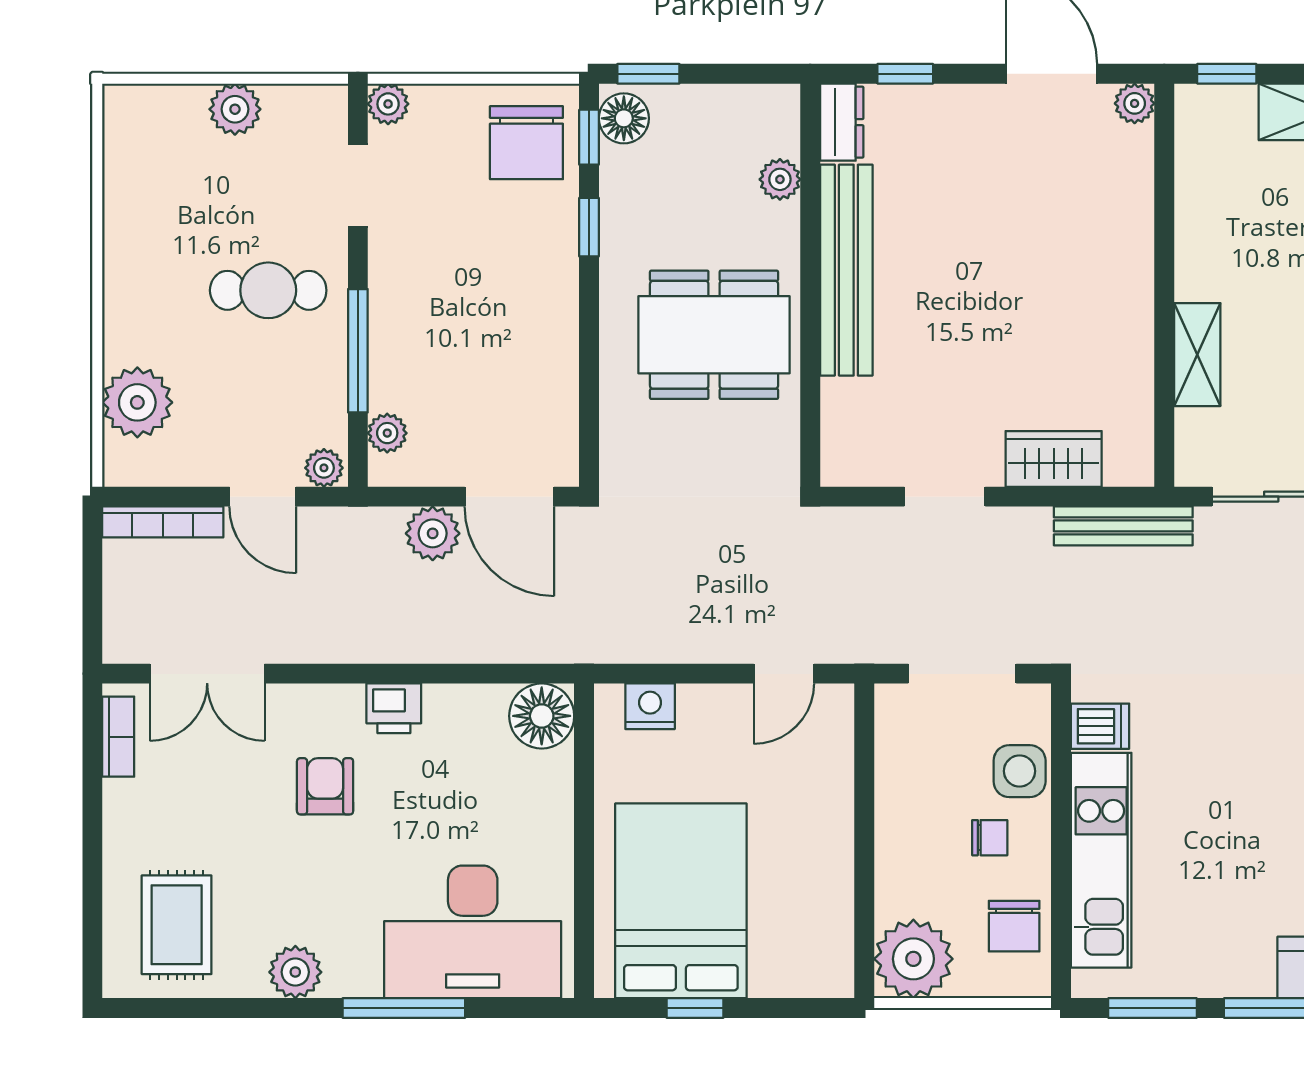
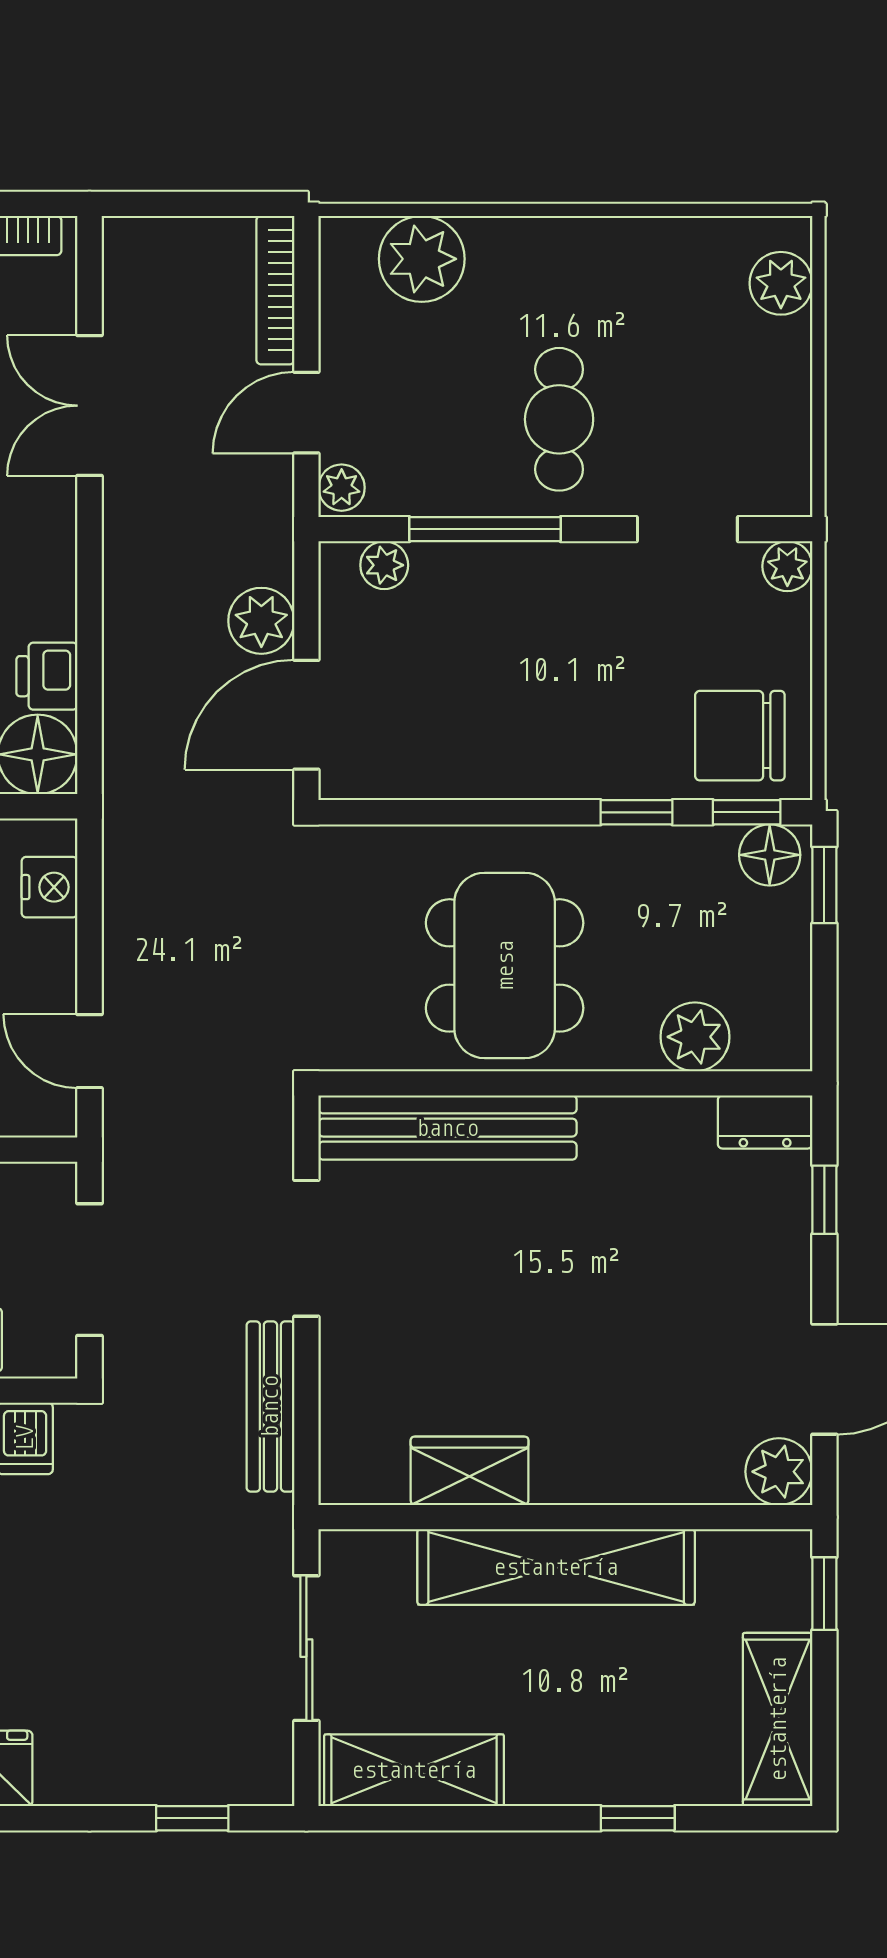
plant: (1135, 103) -> (779, 1472), width x1.38, depth x1.38
plant: (235, 109) -> (781, 283), moved
plant: (780, 179) -> (695, 1037), width x1.38, depth x1.38
bench: (846, 270) -> (448, 1128), moved
shelving: (1197, 355) -> (556, 1567), width x2.20, depth x1.33
wardrobe: (1054, 459) -> (470, 1471), moved, turned -90
doorway: (945, 497) -> (306, 1248), width x1.38
bench: (1123, 526) -> (270, 1406), moved
double door: (207, 674) -> (89, 406), moved
printer: (394, 708) -> (47, 676), moved

